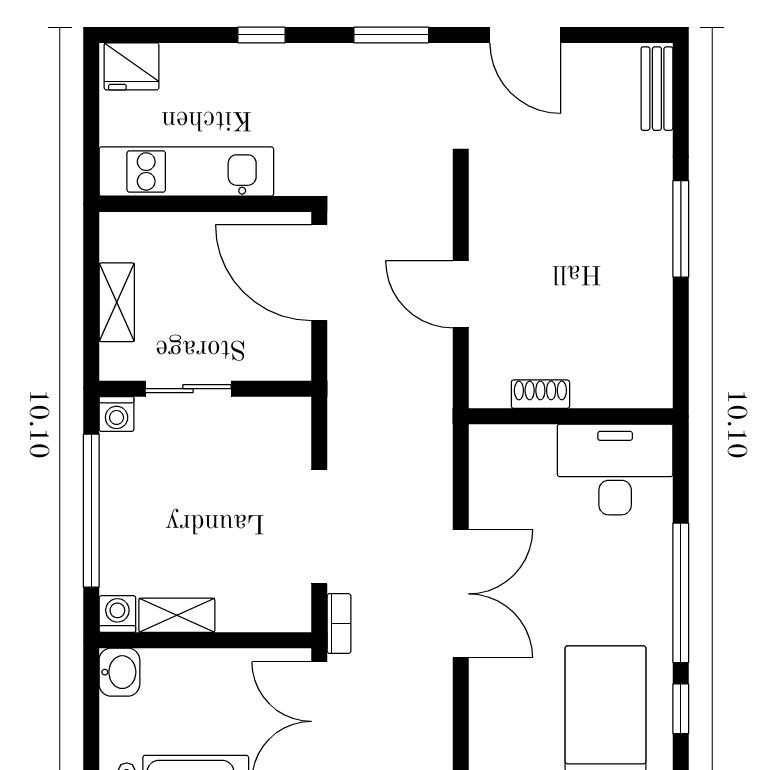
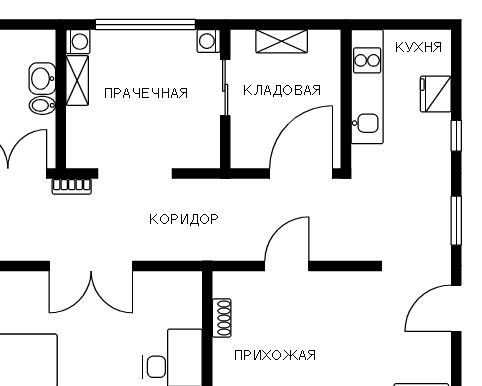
fridge: (132, 66) -> (436, 94), moved
bidet: (215, 668) -> (42, 105), added
washbasin: (119, 672) -> (42, 79), moved, turned 90

